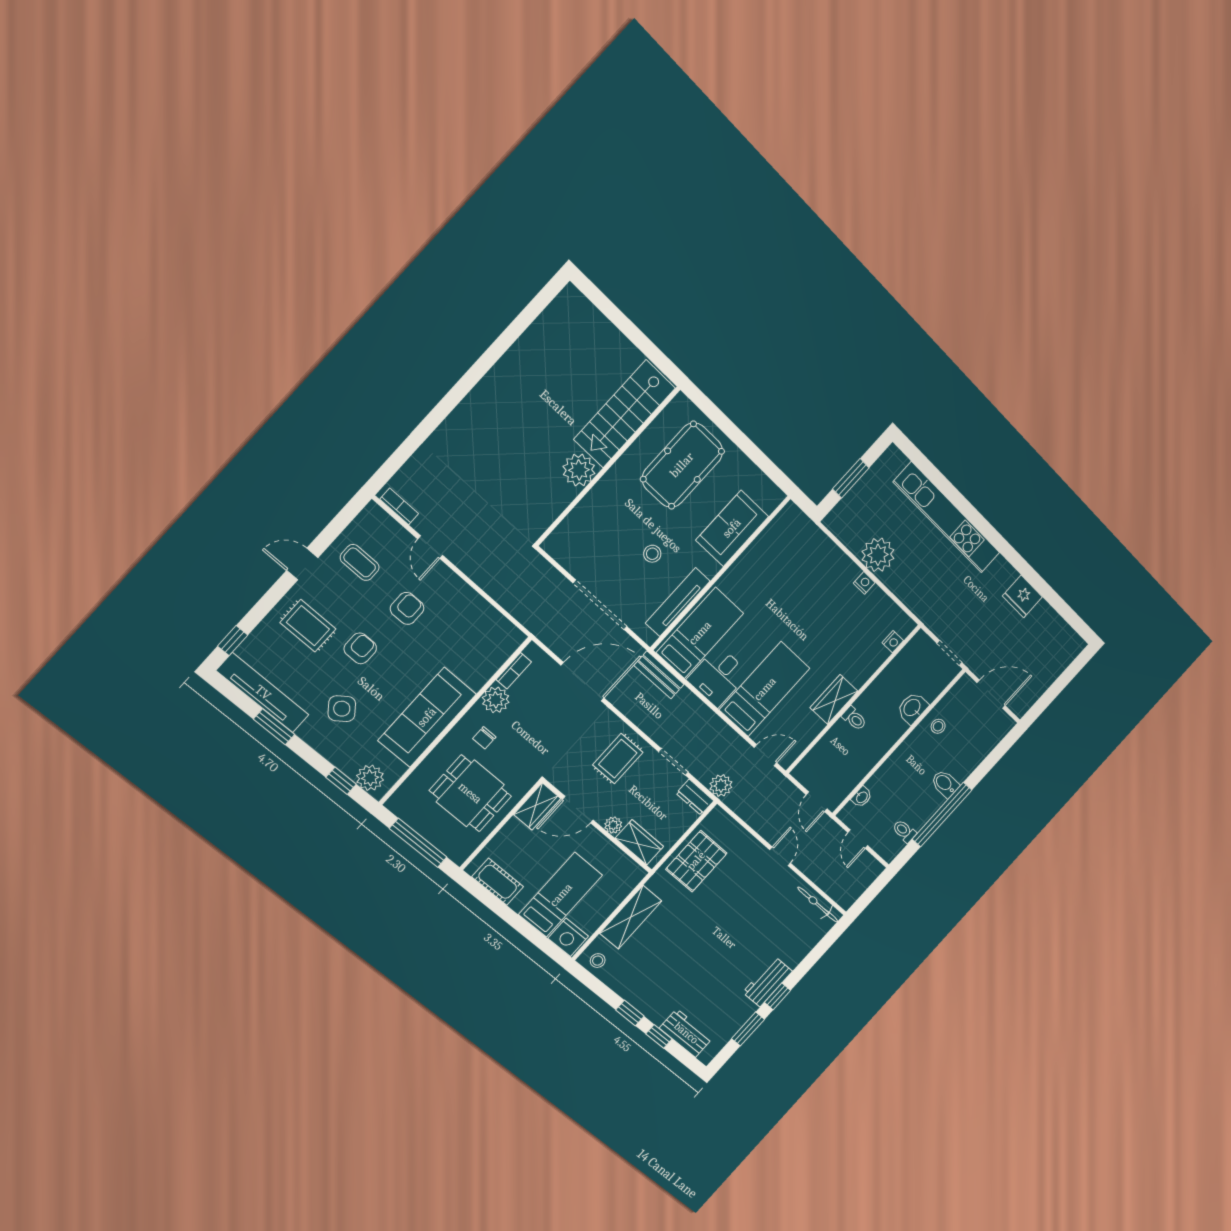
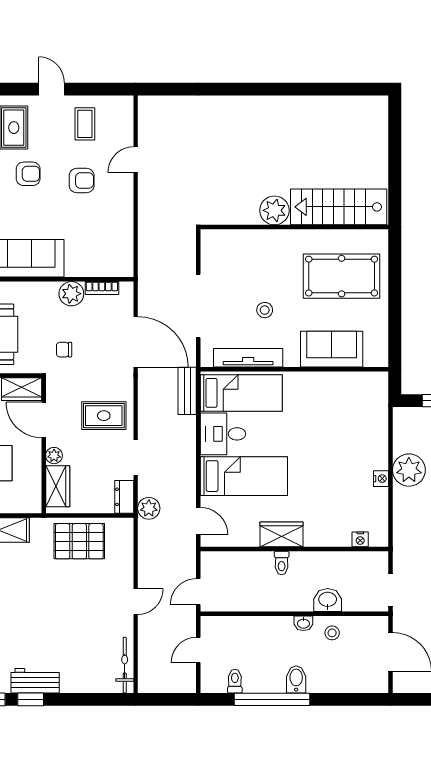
bookcase: (399, 506) -> (144, 117), removed
chair: (484, 738) -> (64, 350), moved
washbasin: (862, 797) -> (303, 623), moved

